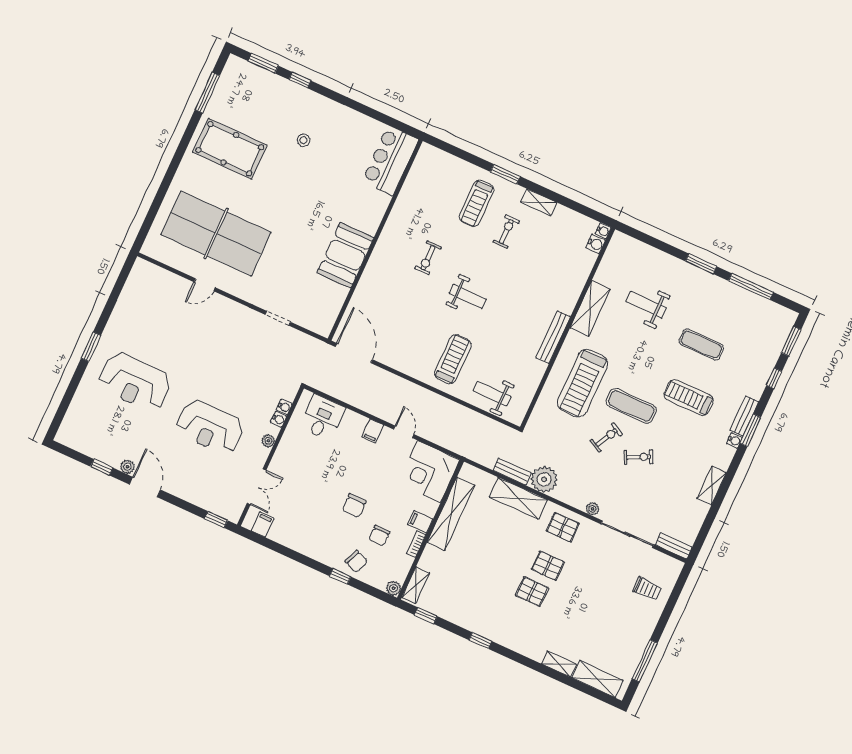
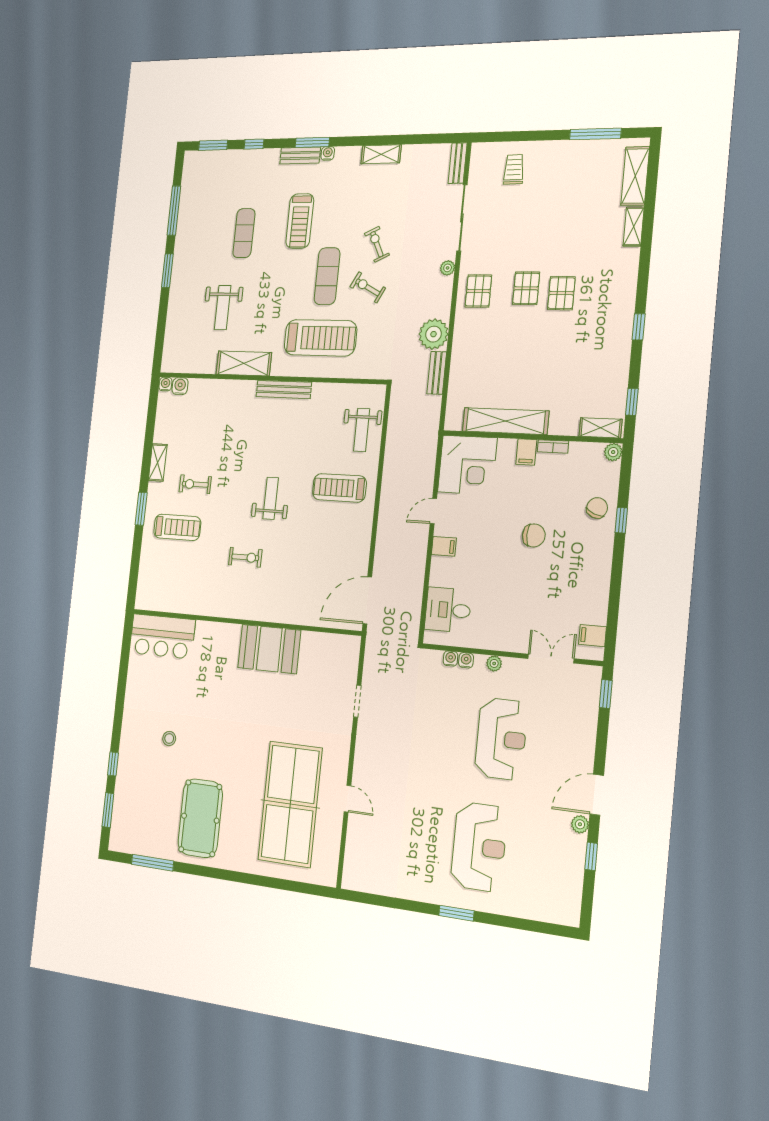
shelving: (518, 498) -> (463, 353), removed
chair: (379, 536) -> (558, 493), removed

